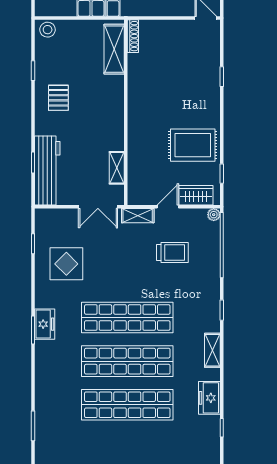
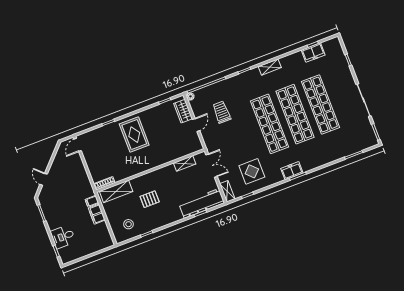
stool: (48, 30) -> (128, 224), moved
pallet: (58, 98) -> (150, 199), moved
rug: (193, 145) -> (134, 135), moved
door: (168, 207) -> (196, 125), swing flipped
shelving: (138, 216) -> (227, 191), moved
freezer: (209, 398) -> (313, 53), moved

